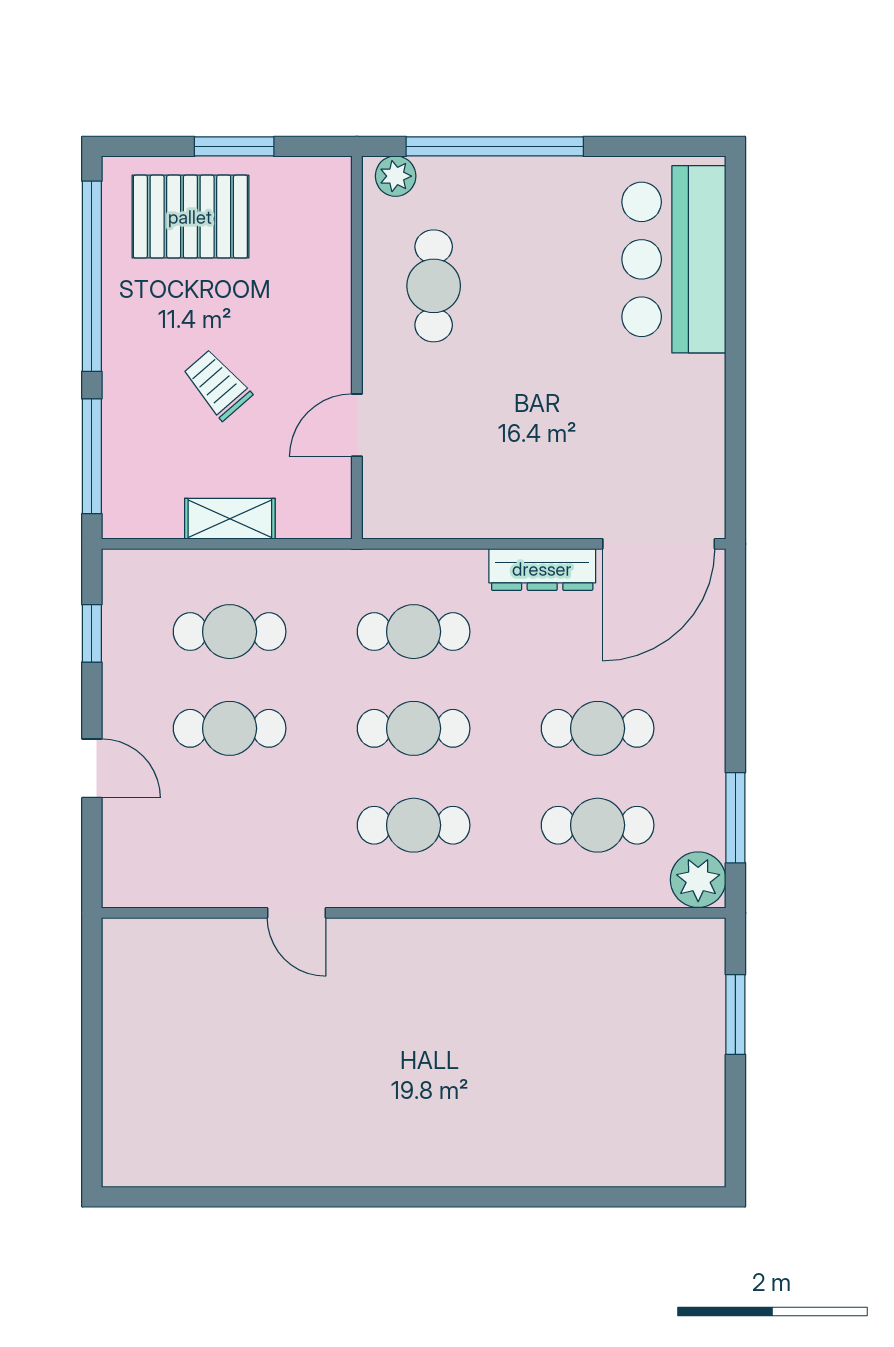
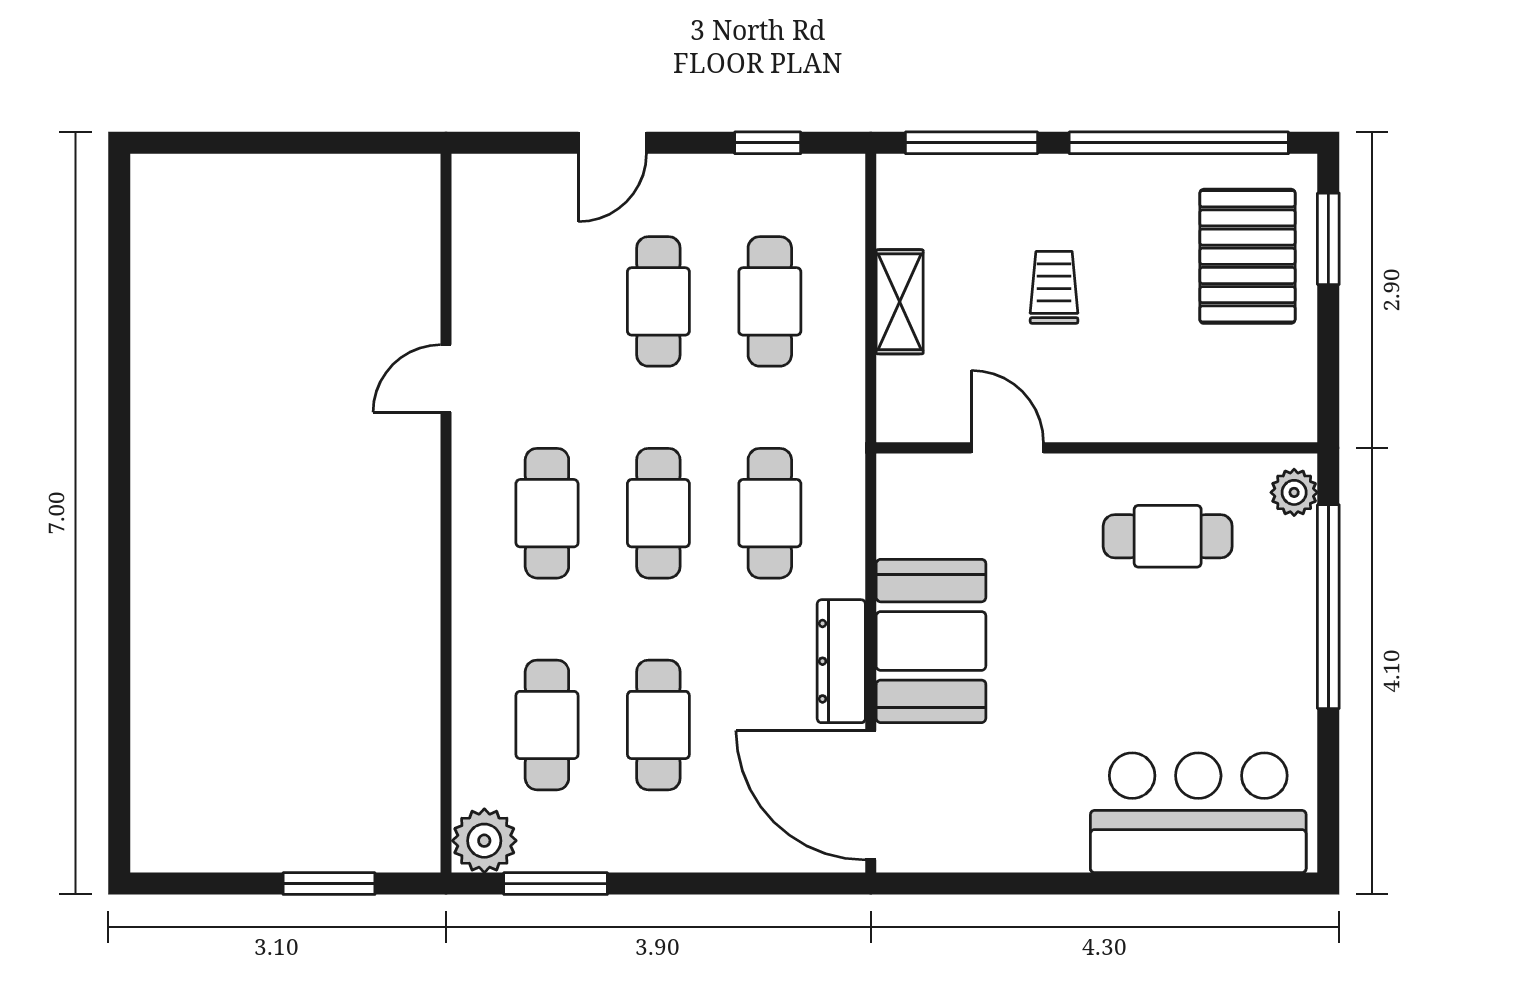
window: (234, 146) -> (1328, 239), moved
trolley: (217, 385) -> (1054, 287), turned -49
booth: (525, 492) -> (931, 641), added

